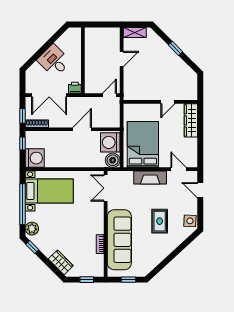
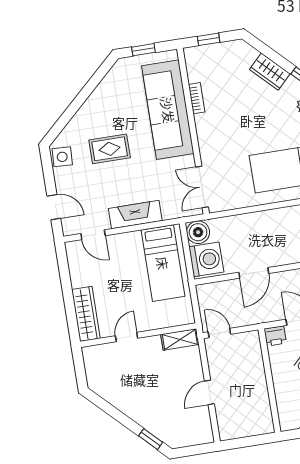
shelving: (135, 32) -> (180, 339), moved
window: (176, 48) -> (151, 439), moved
door: (109, 95) -> (219, 333), swing flipped
bed: (143, 144) -> (163, 263), width x0.67
double door: (106, 188) -> (202, 187), swing flipped
rug: (160, 221) -> (110, 149), turned 90
wardrobe: (61, 262) -> (270, 72), moved

